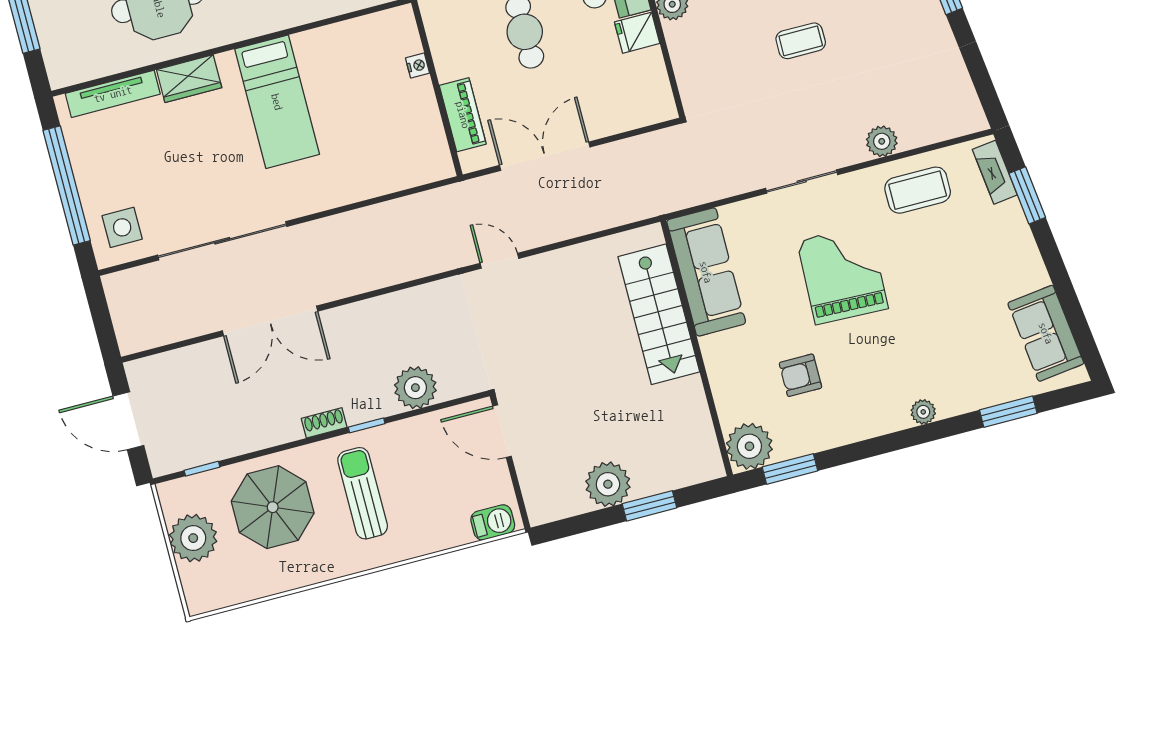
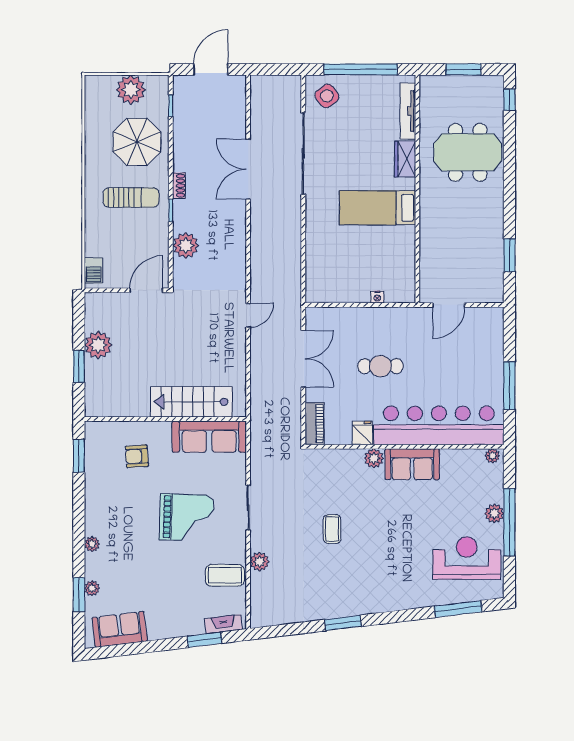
piano: (463, 115) -> (315, 424), moved, turned -90
coffee table: (918, 190) -> (225, 575), turned 90
side table: (122, 227) -> (327, 96), turned -37
armchair: (800, 375) -> (137, 456), moved, turned -94
plant: (749, 446) -> (92, 588), moved, width x0.53, depth x0.53

